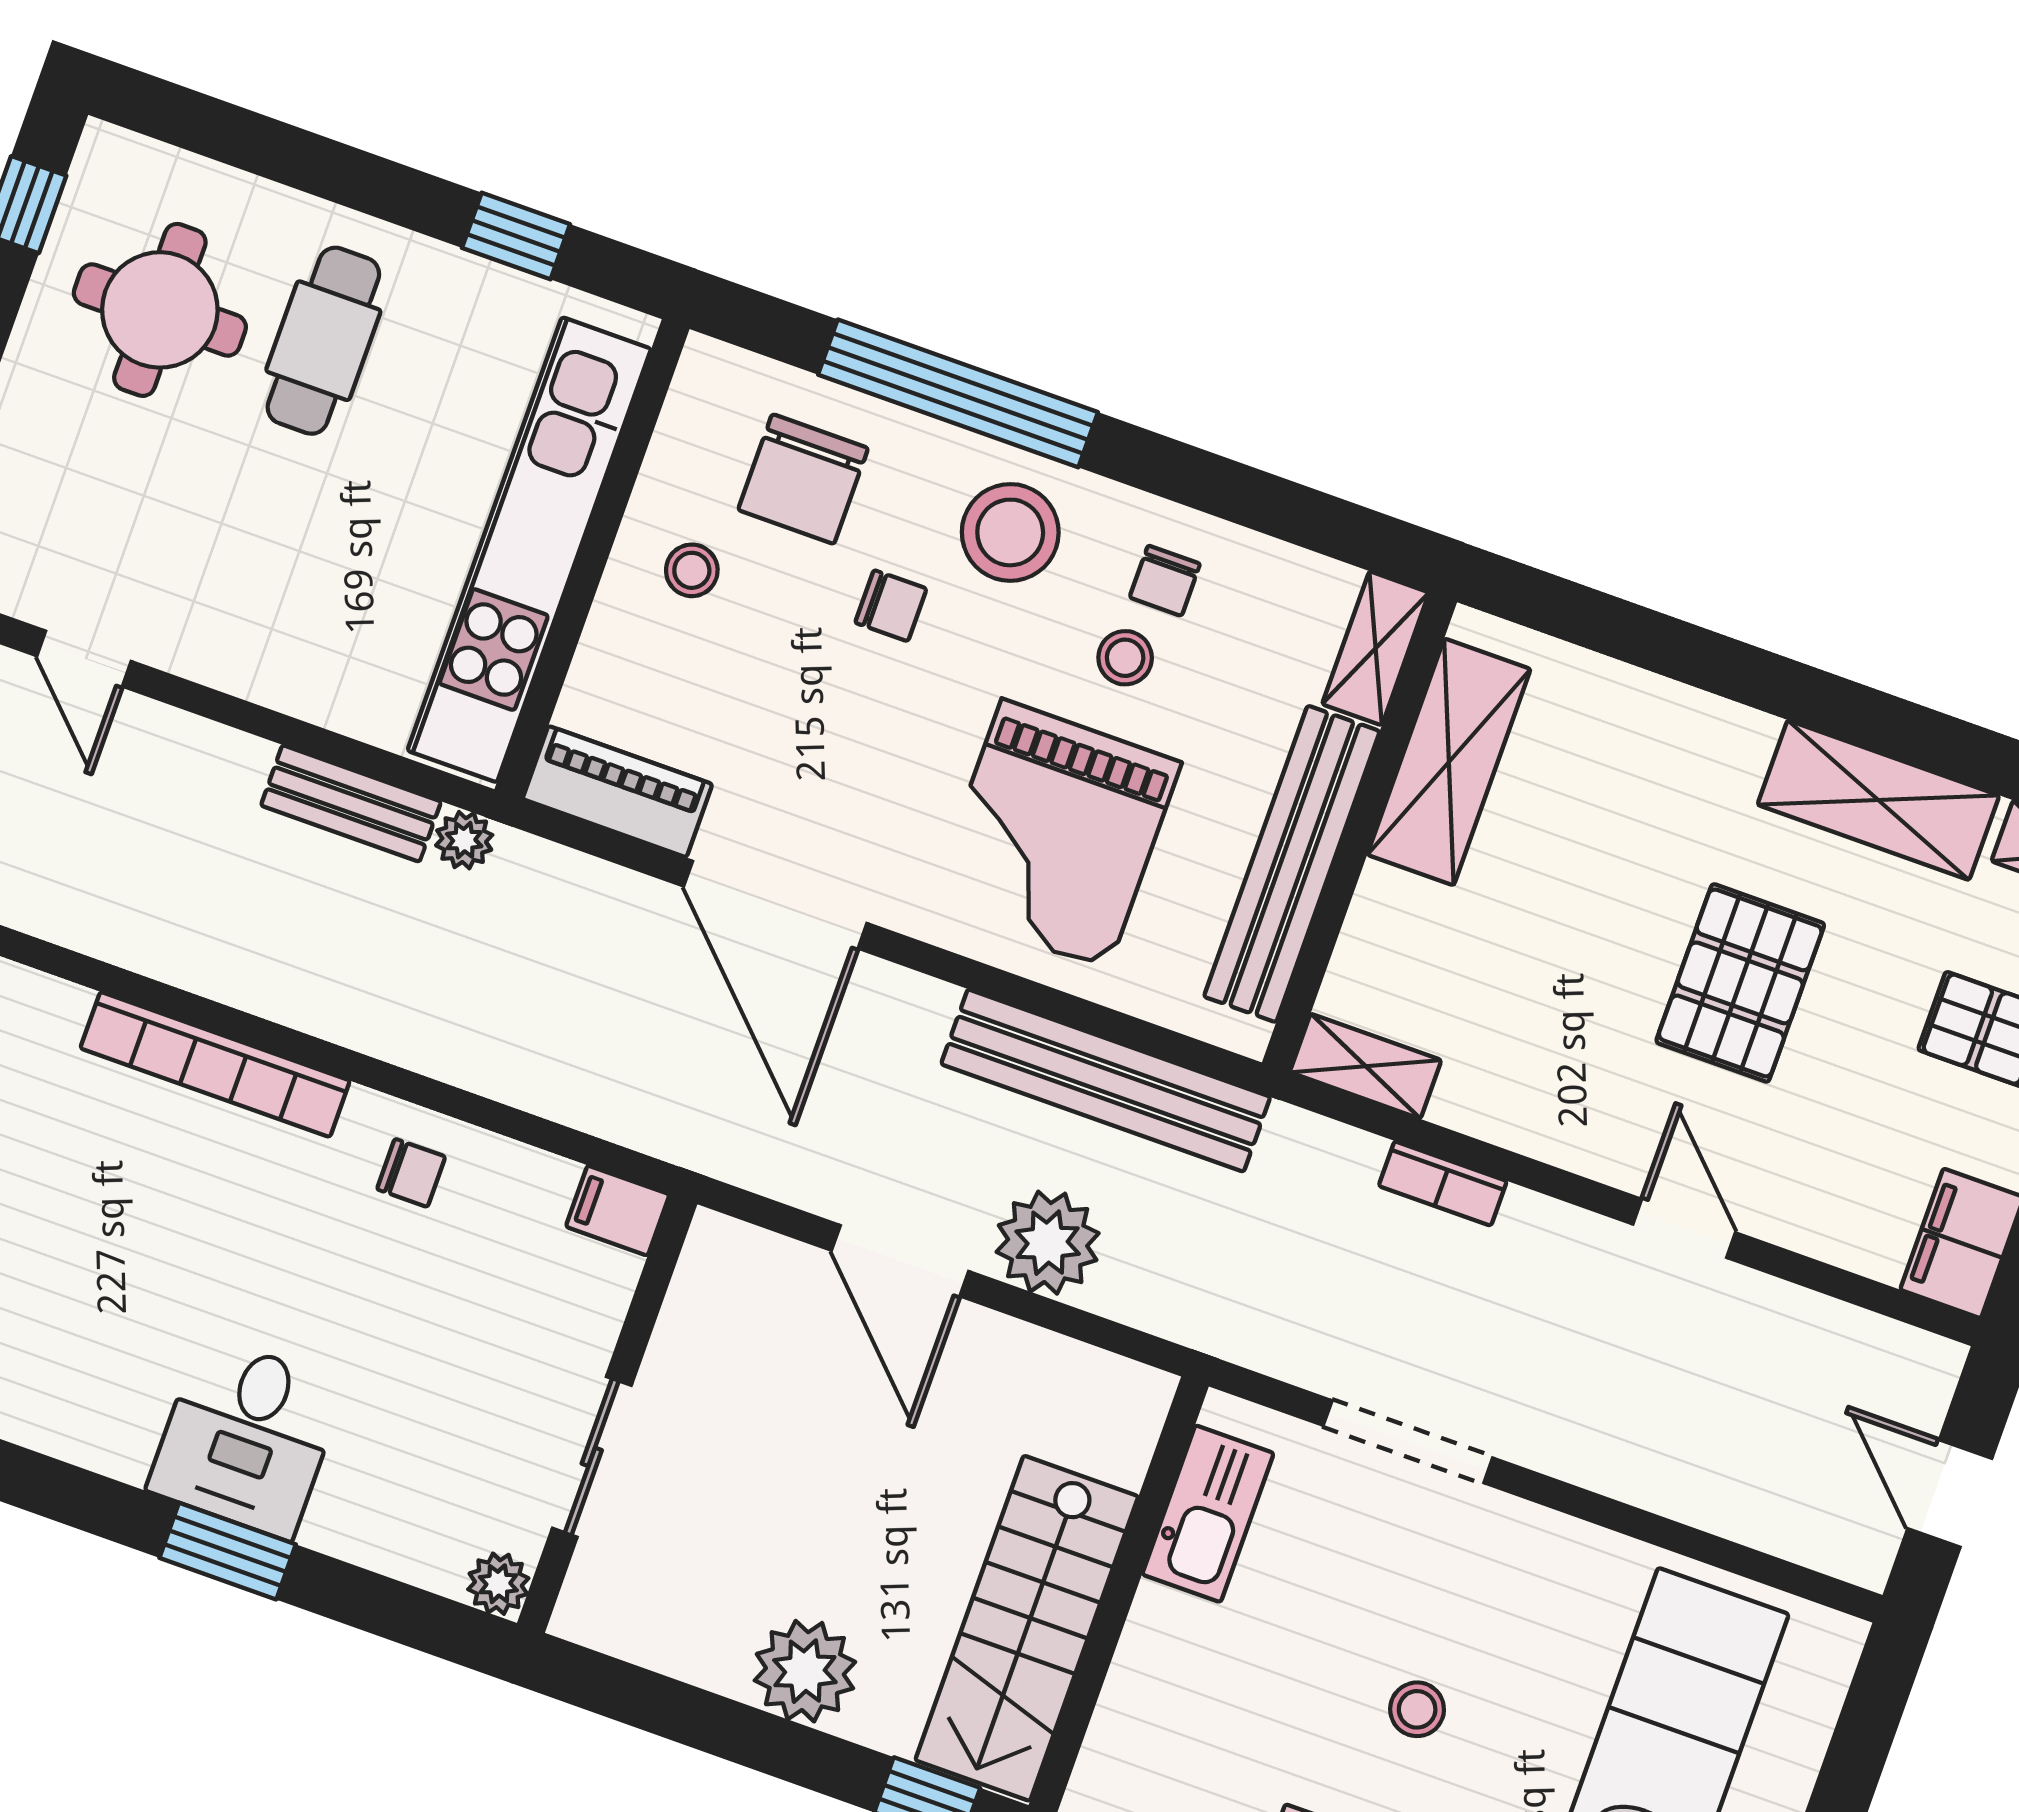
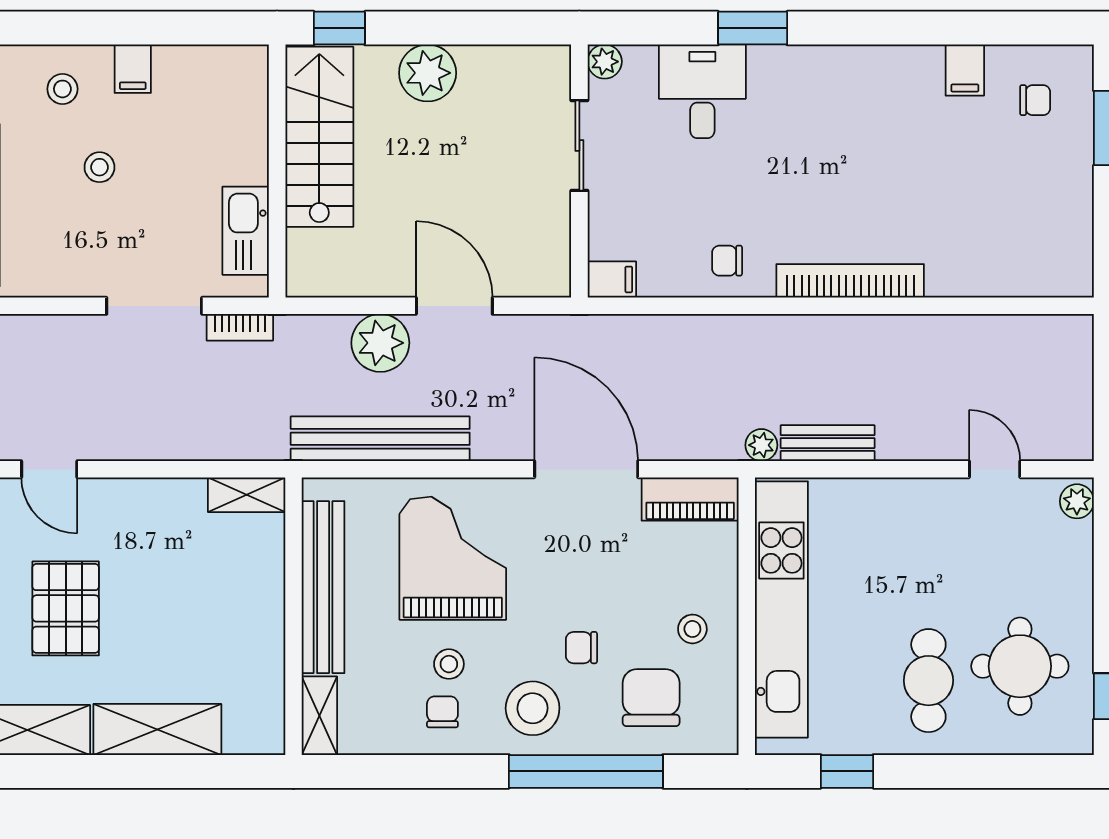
shelving: (1449, 762) -> (157, 730), moved, turned 90
bookcase: (1443, 1183) -> (240, 327), moved, turned 180
desk: (246, 1437) -> (702, 91), moved

